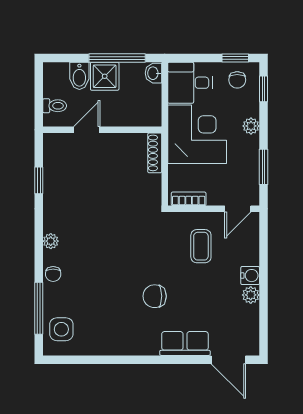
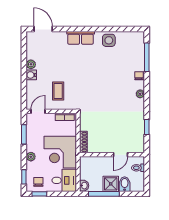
chair: (155, 296) -> (83, 64), removed
side table: (61, 329) -> (109, 40), moved
row of seats: (185, 343) -> (81, 38), moved

